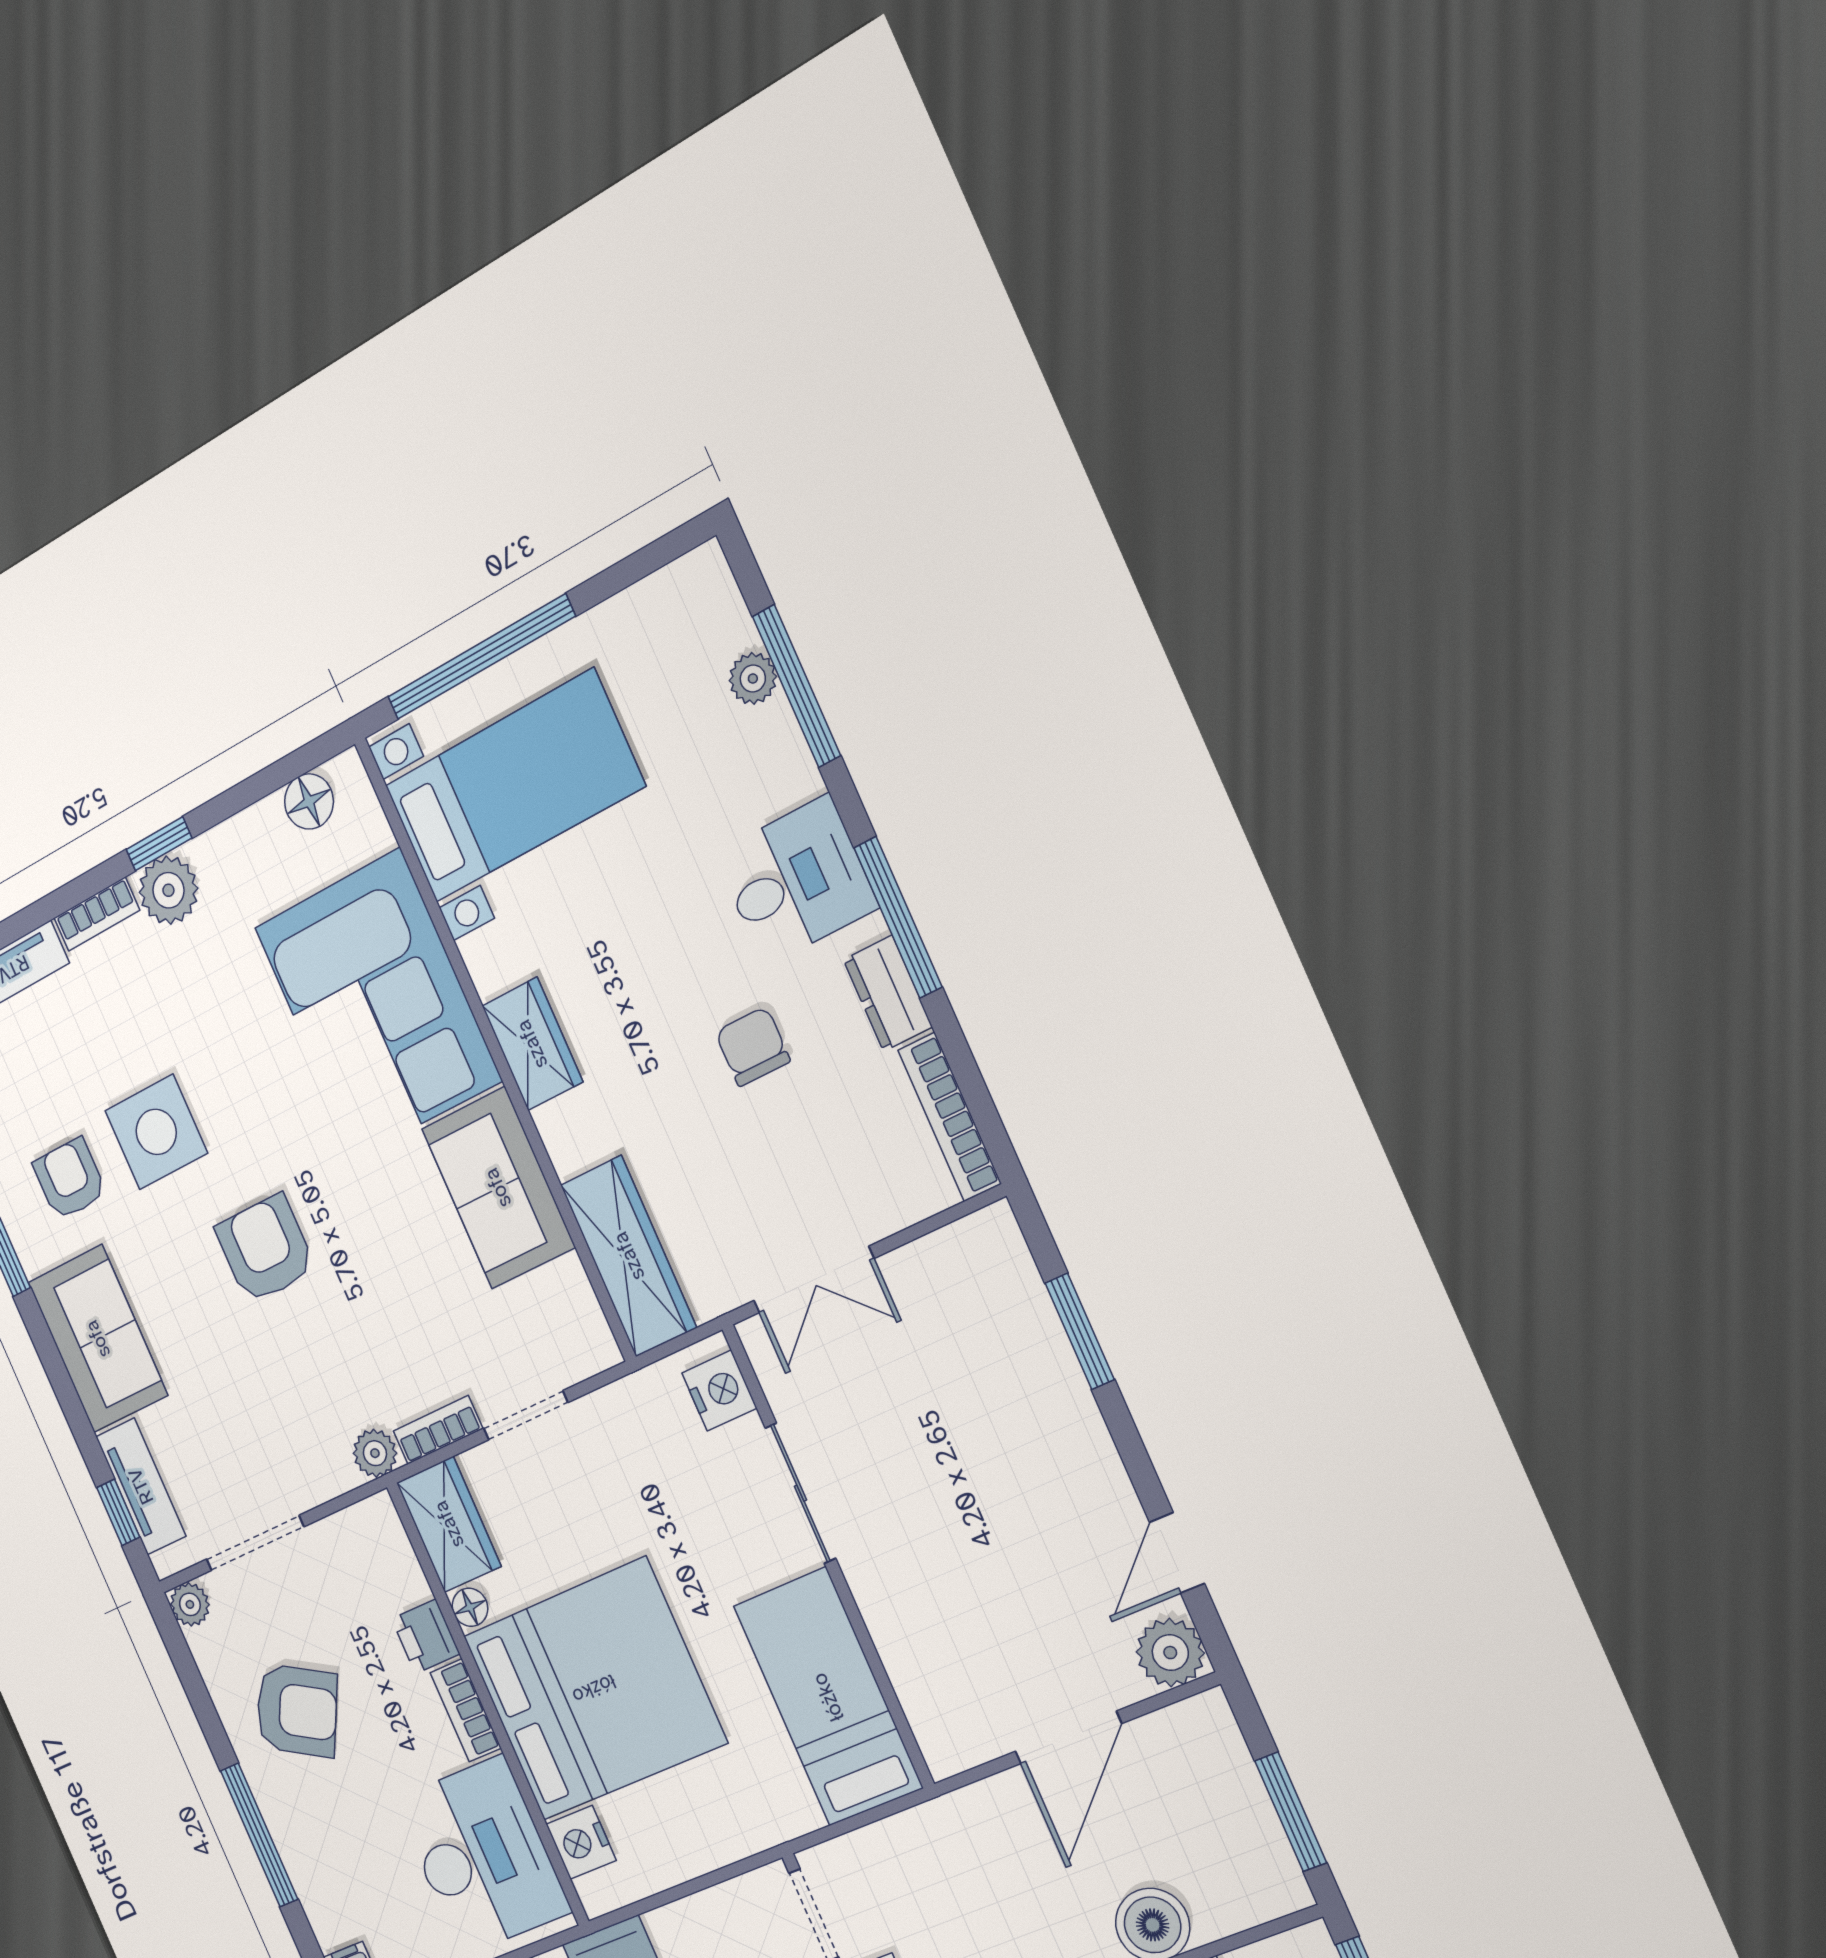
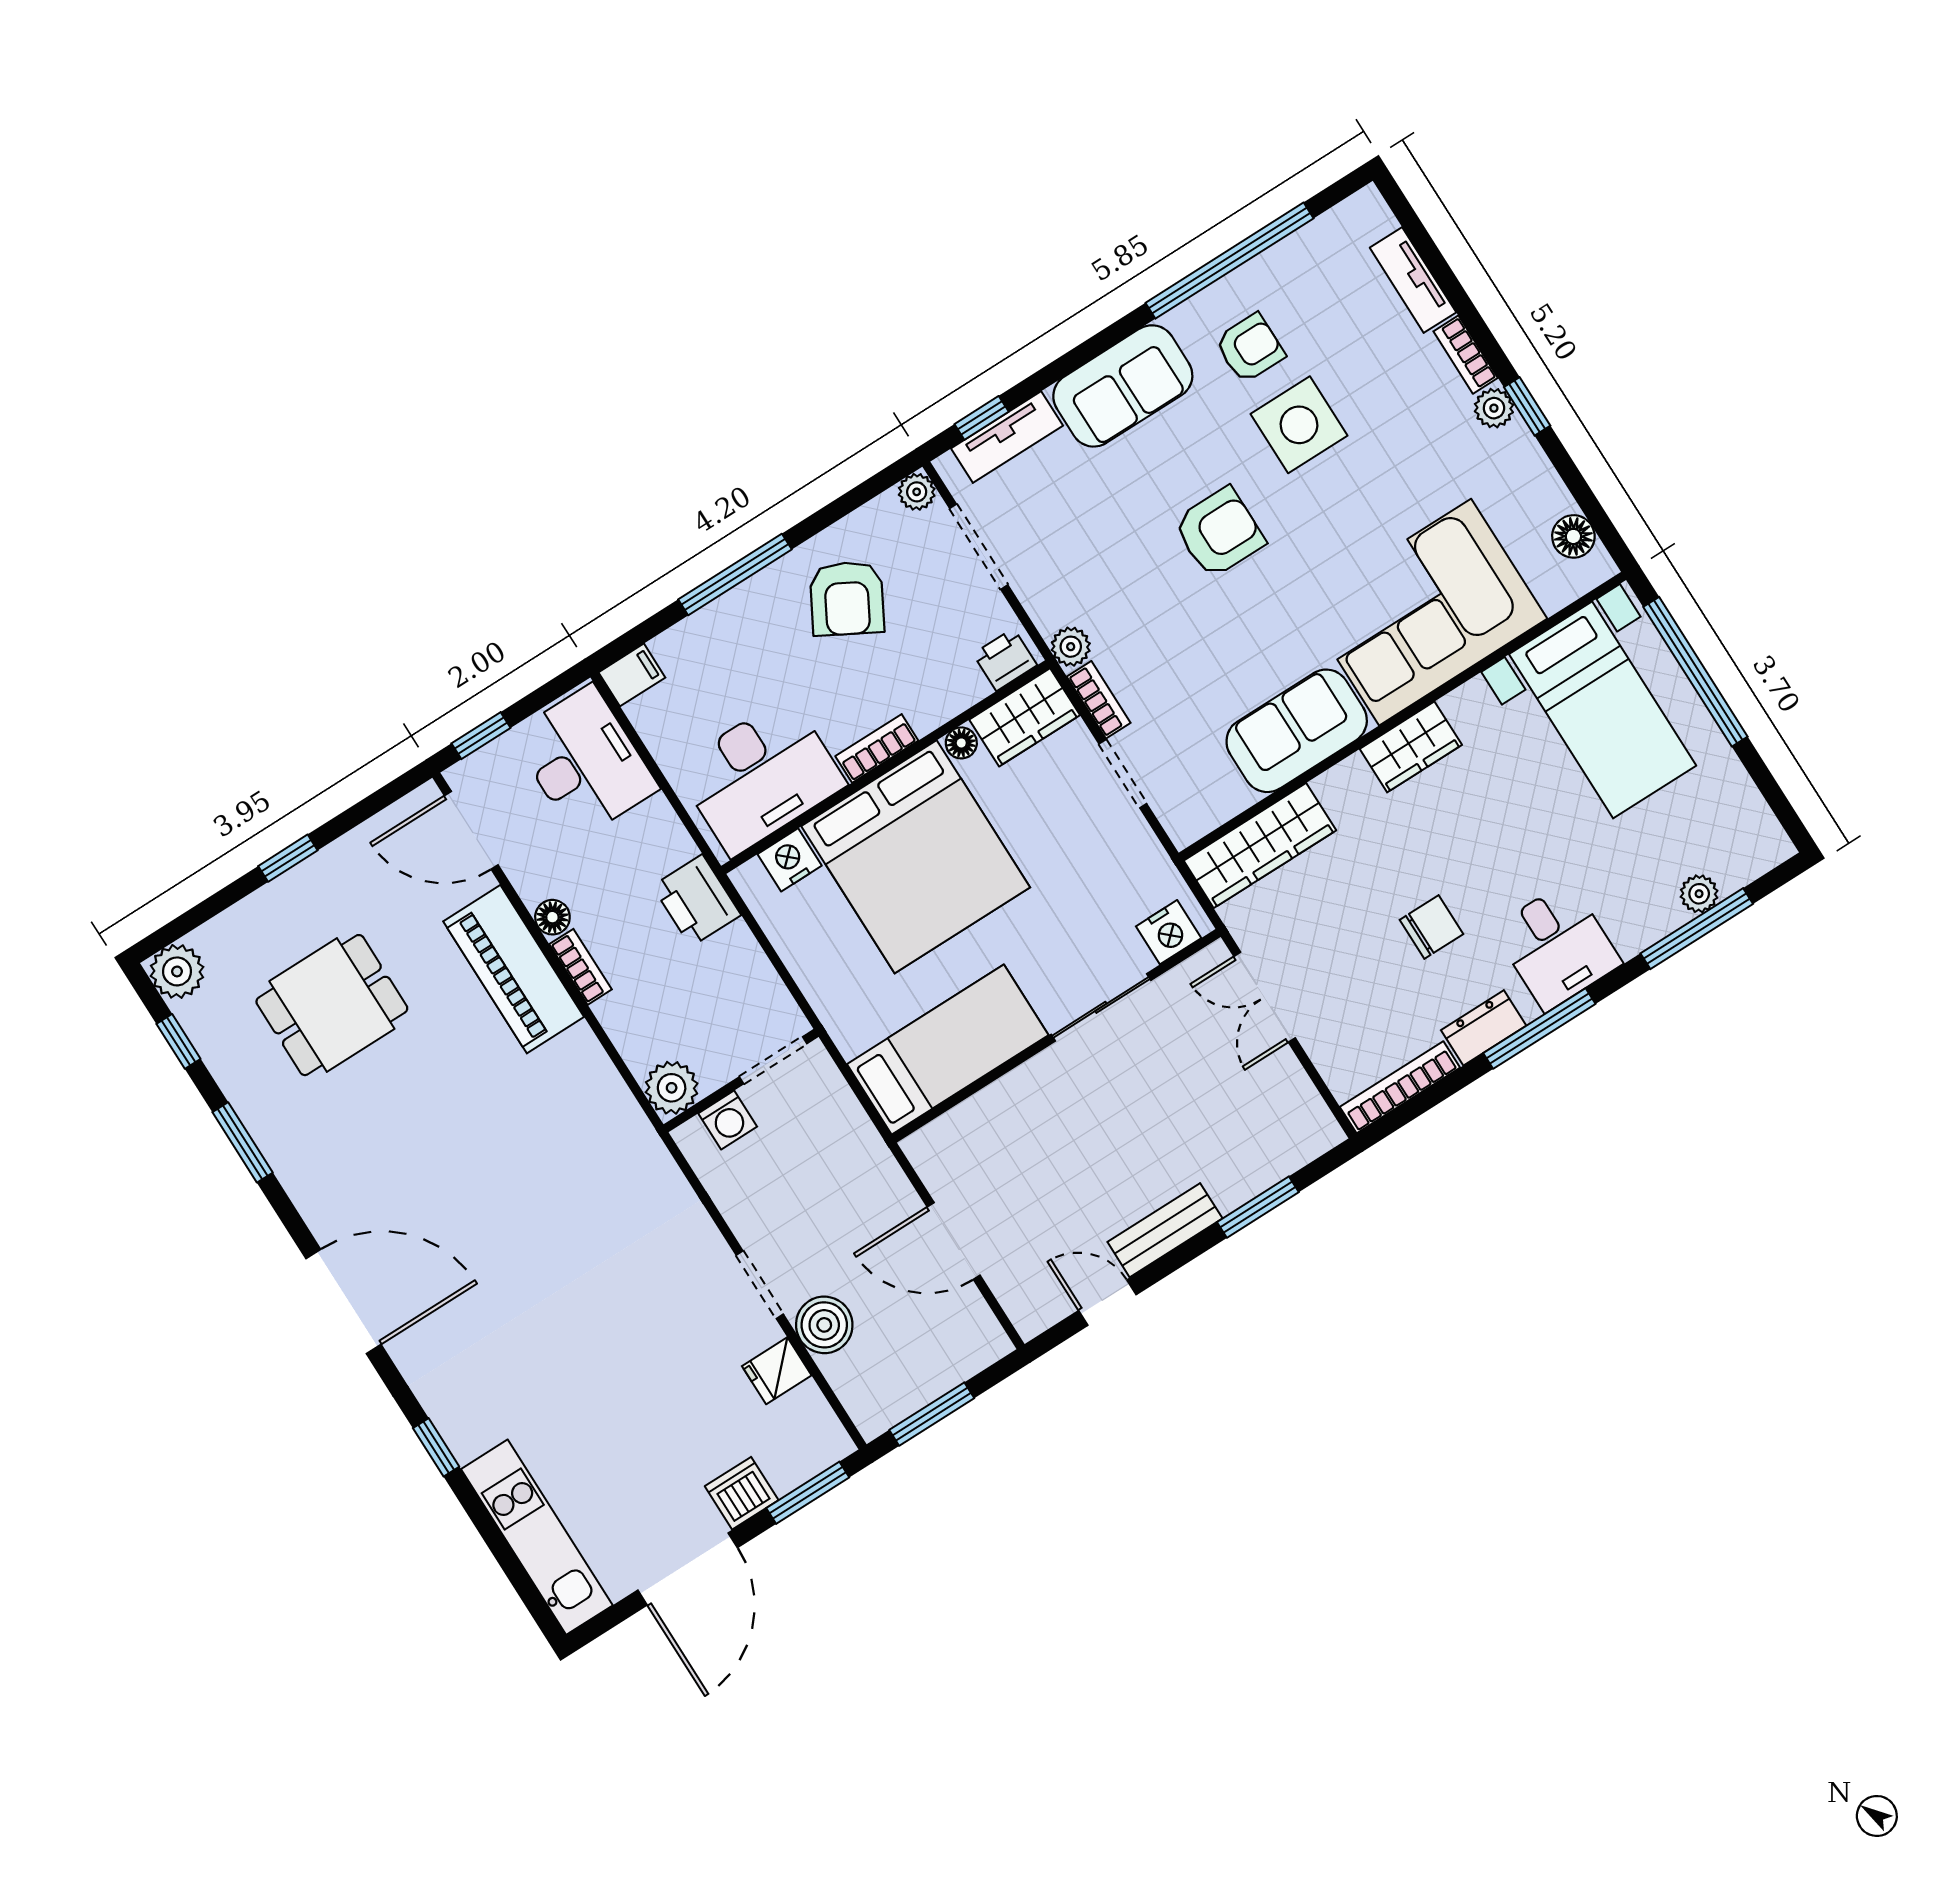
plant: (168, 890) -> (1494, 408), width x0.73, depth x0.73
bench: (1093, 1460) -> (1165, 1230), added
printer: (426, 1636) -> (1005, 660), moved
plant: (1170, 1653) -> (1033, 1308), removed

